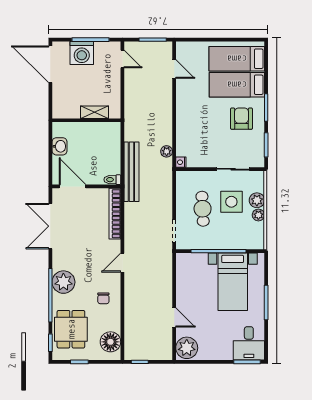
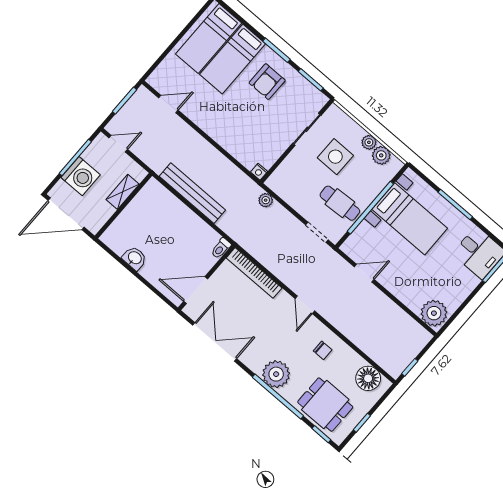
shelving: (95, 112) -> (123, 192), moved
armchair: (242, 119) -> (267, 82), turned -90
wall: (86, 120) -> (123, 206), moved
washbasin: (60, 146) -> (134, 258), moved
plant: (167, 151) -> (266, 200), moved
bench: (131, 172) -> (192, 193), moved
plant: (257, 200) -> (381, 155), moved
cafe table: (203, 209) -> (340, 203), moved
double door: (50, 226) -> (215, 342), swing flipped
door: (174, 318) -> (364, 273), moved

